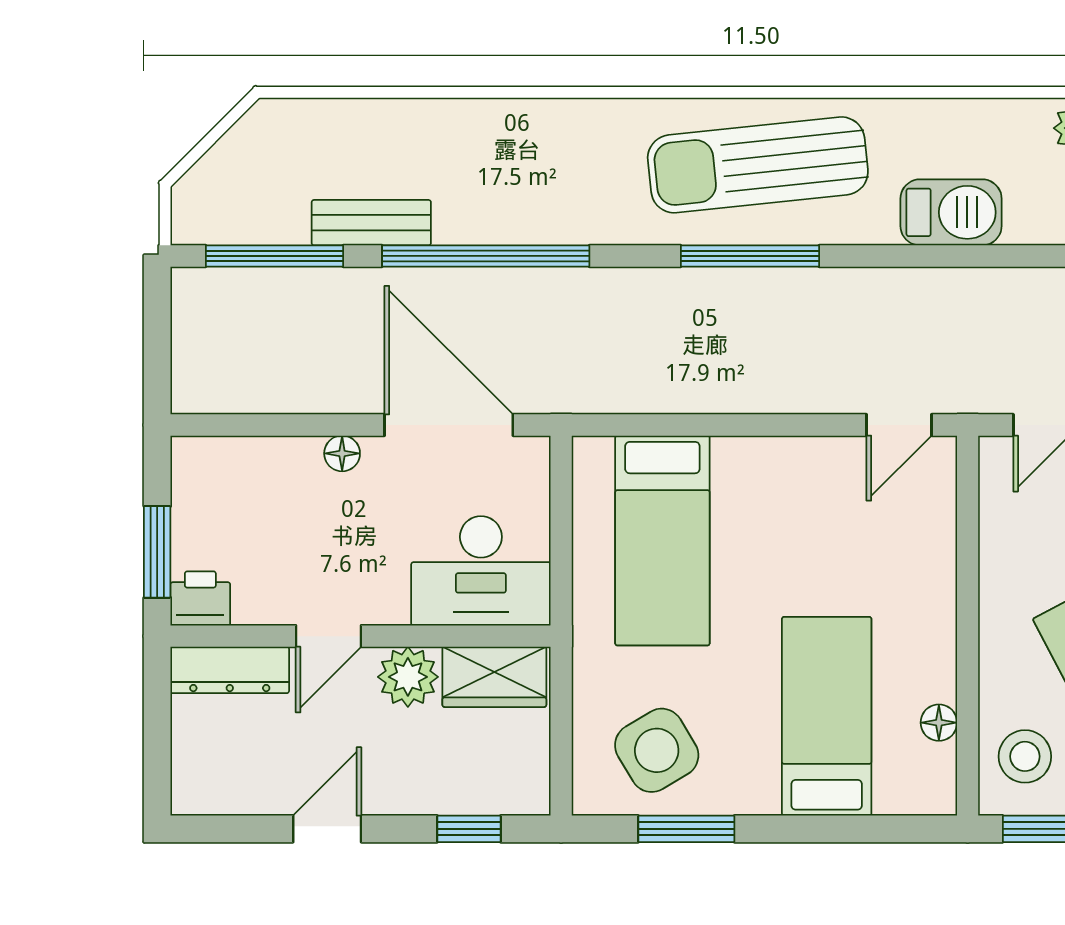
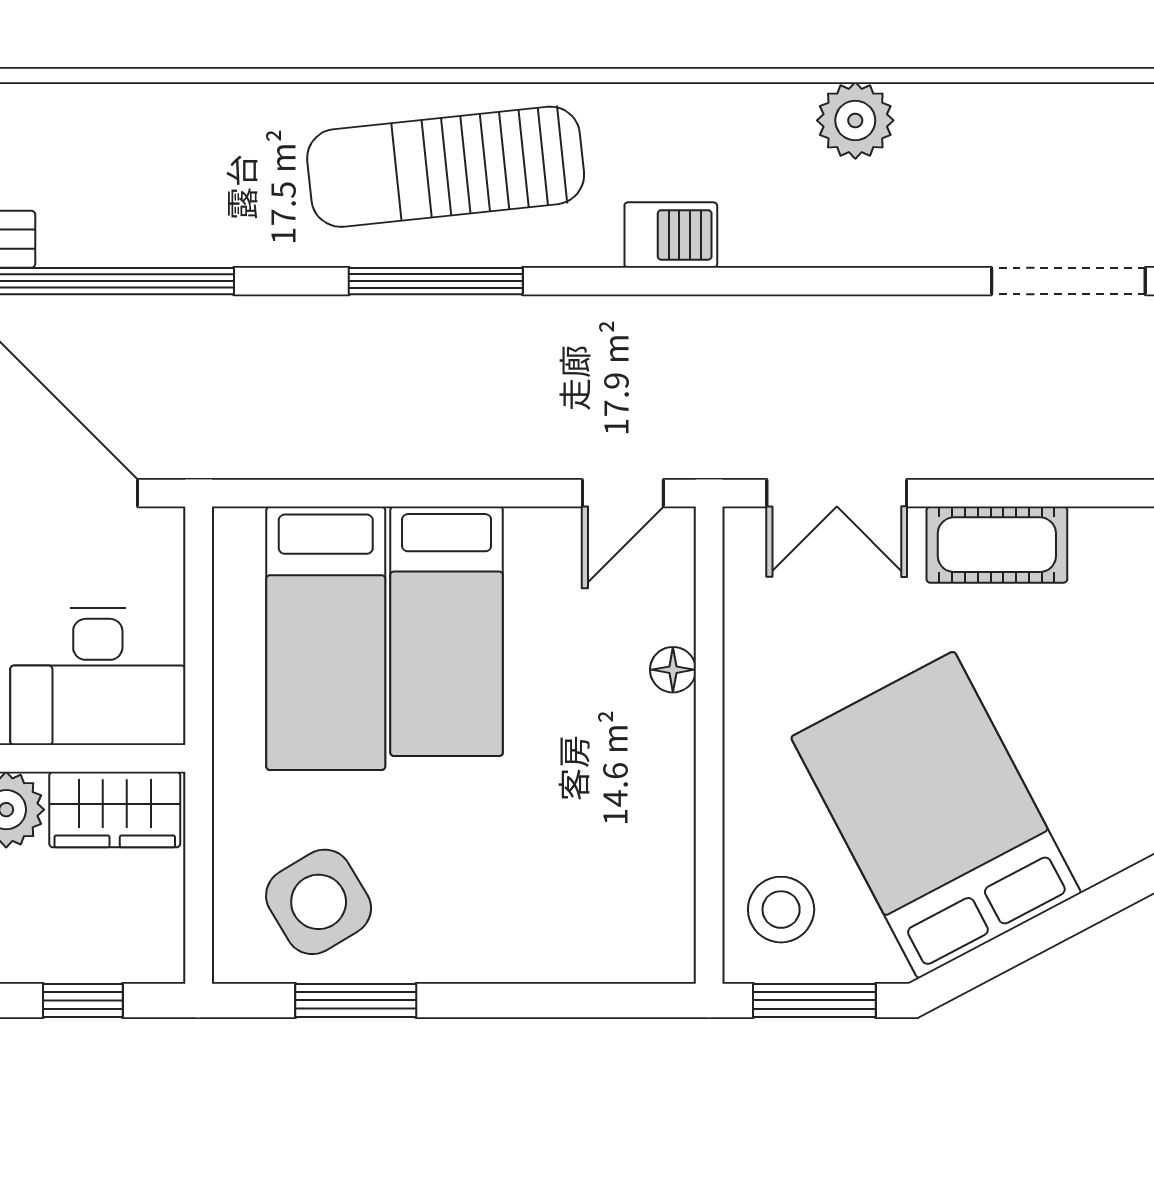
barbecue: (951, 212) -> (671, 235), width x0.73, depth x0.79
bed: (827, 716) -> (447, 631), moved, turned 180
floor lamp: (939, 723) -> (673, 670), moved

